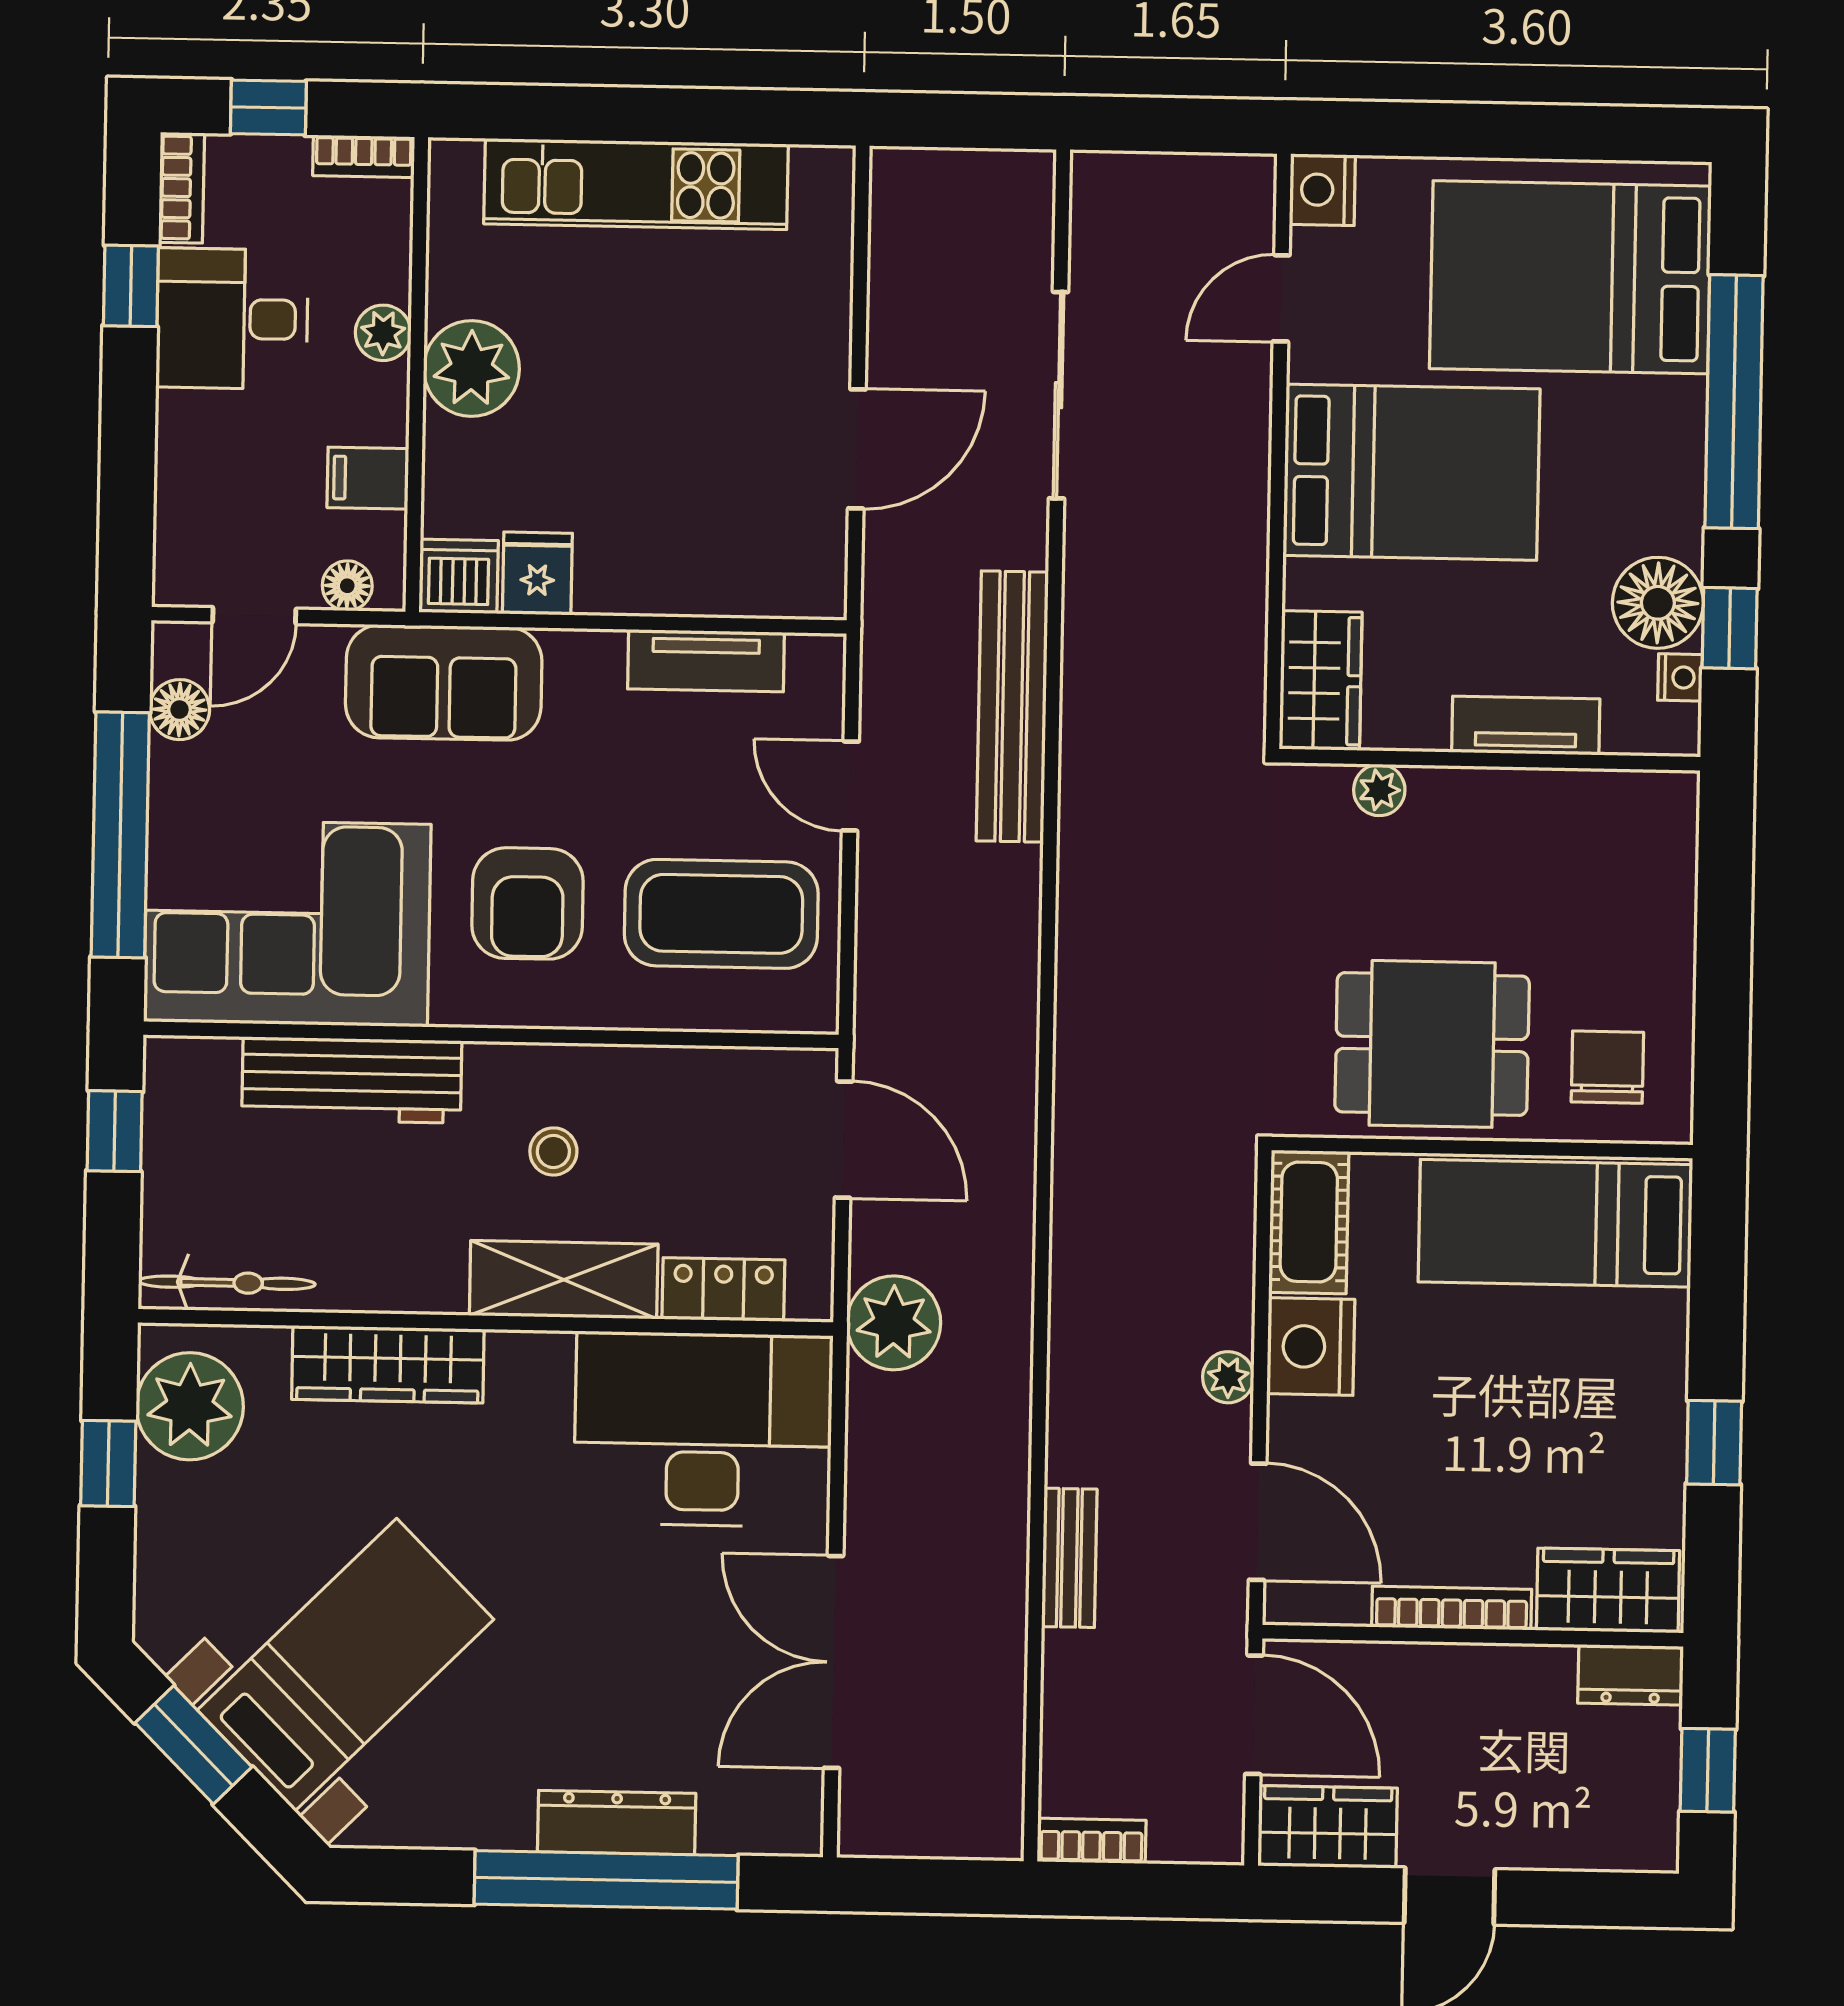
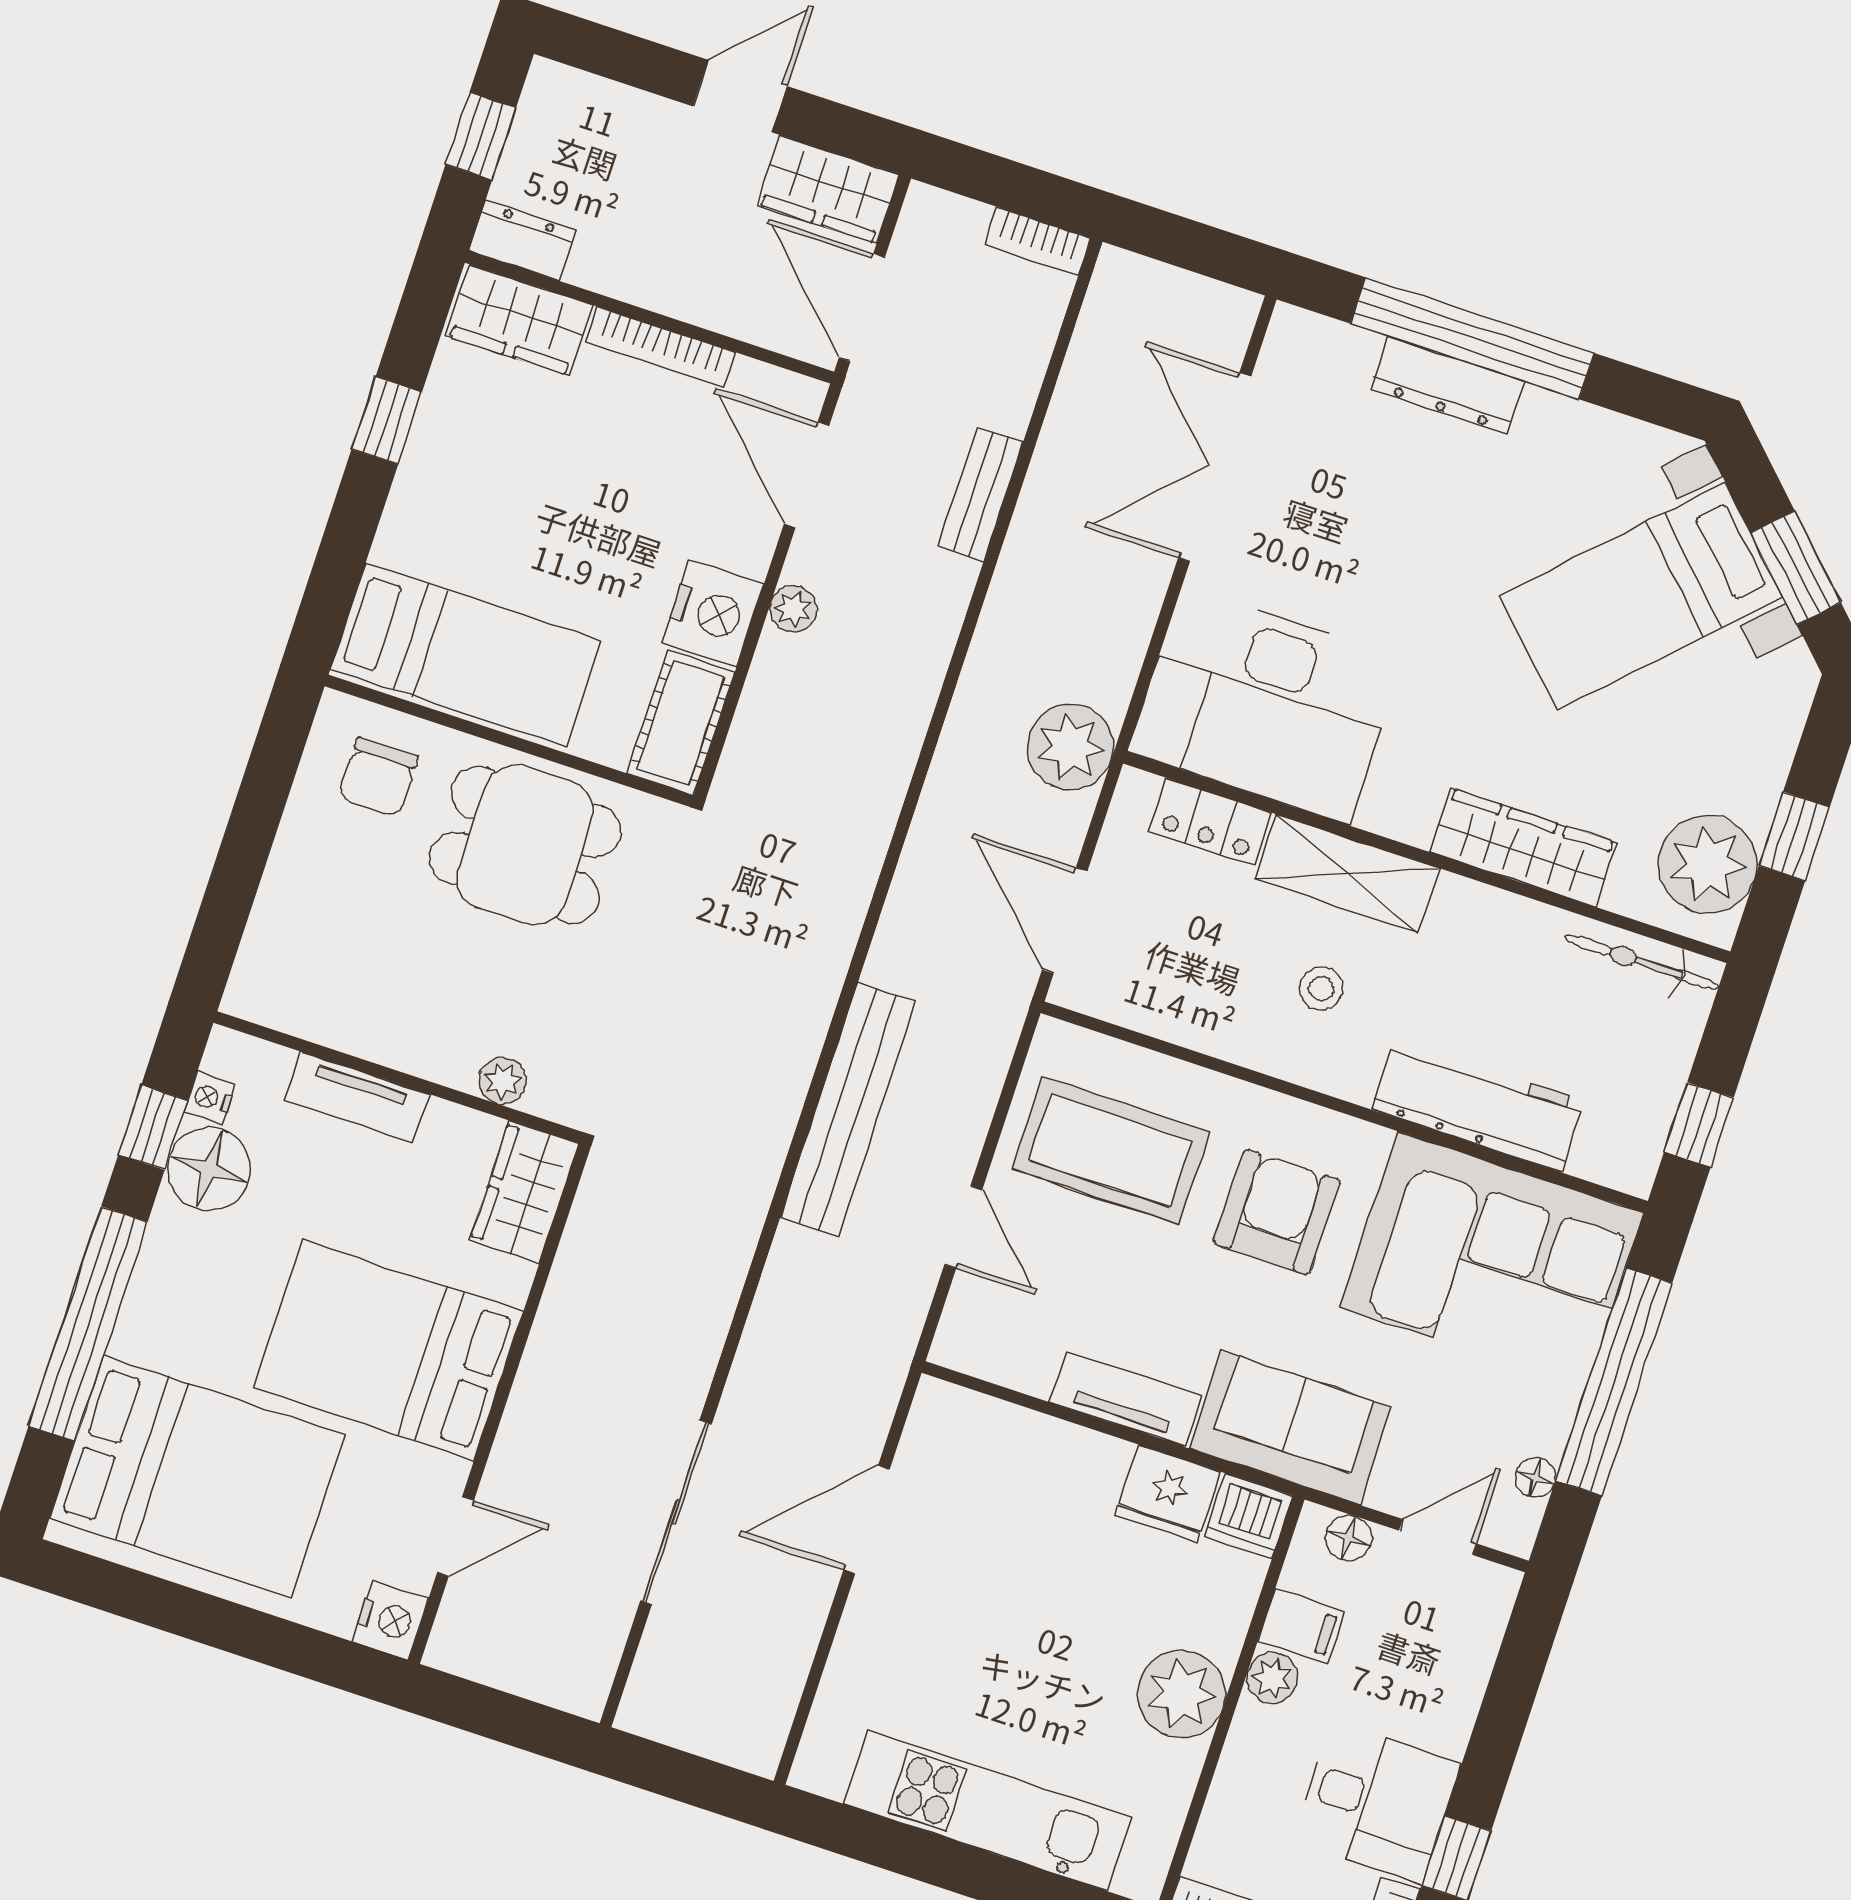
plant: (383, 333) -> (1272, 1678), moved
fridge: (537, 573) -> (1168, 1494), width x1.38
tv unit: (706, 661) -> (1126, 1399), moved
bench: (1012, 706) -> (848, 1109), moved
floor lamp: (180, 710) -> (1535, 1478), width x0.73, depth x0.73
double door: (834, 1662) -> (1215, 467), swing flipped

